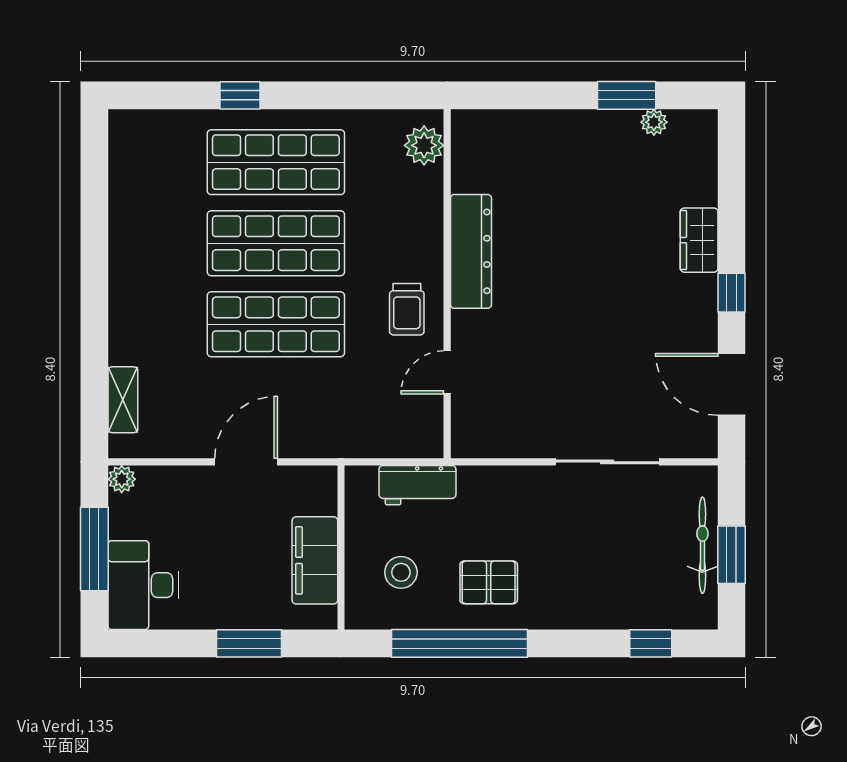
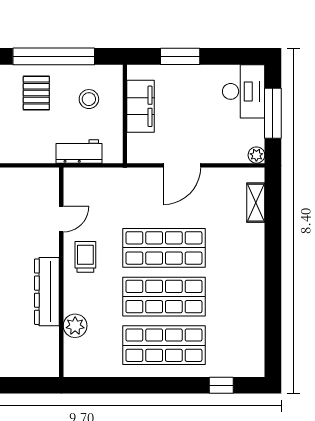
window: (240, 95) -> (221, 385), moved
plant: (424, 145) -> (75, 326), moved
pallet: (489, 582) -> (36, 93), turned 90

